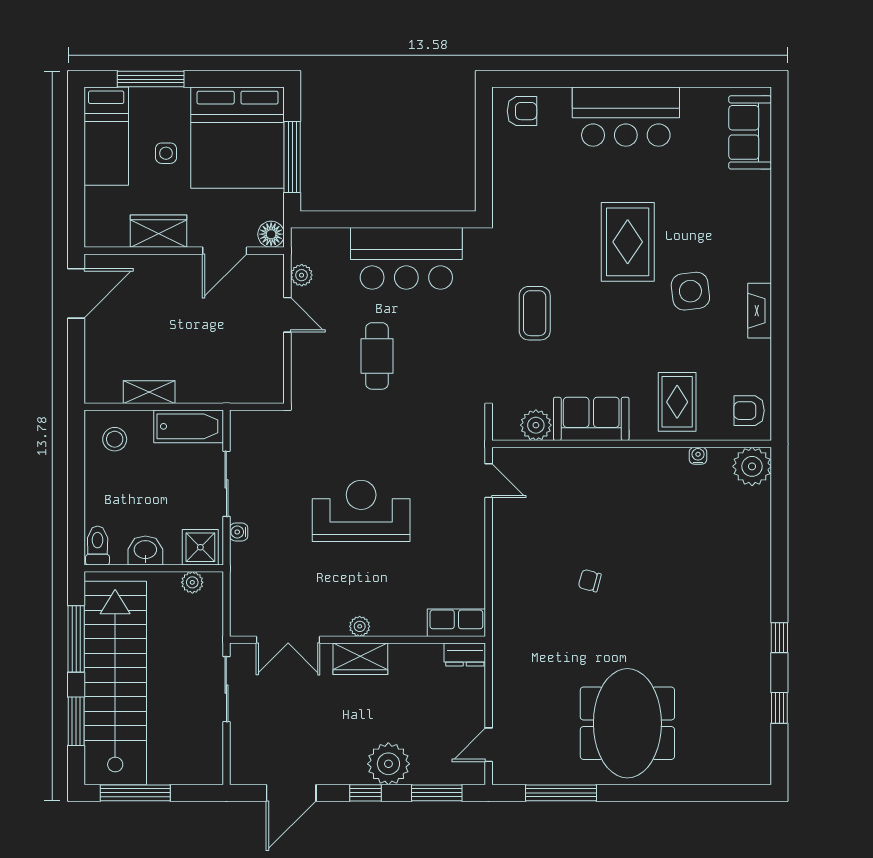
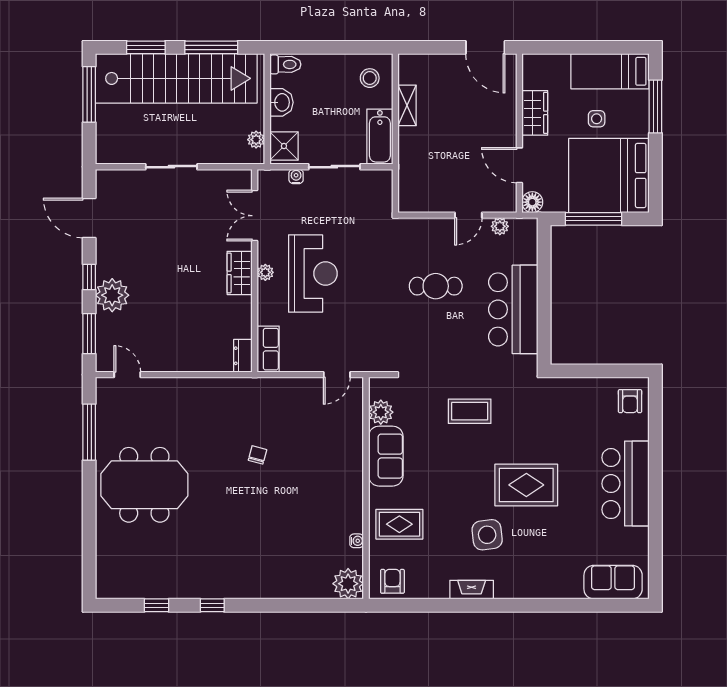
row of seats: (456, 623) -> (268, 349), moved
plant: (360, 626) -> (265, 272), moved
double door: (288, 640) -> (255, 216), moved
wall: (358, 640) -> (255, 271), moved
dresser: (465, 655) -> (243, 356), moved
wardrobe: (360, 659) -> (240, 273), moved

